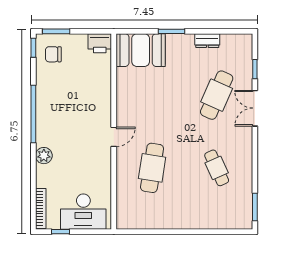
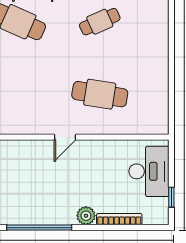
door: (114, 137) -> (65, 137), swing flipped
bookcase: (41, 208) -> (119, 219), moved

